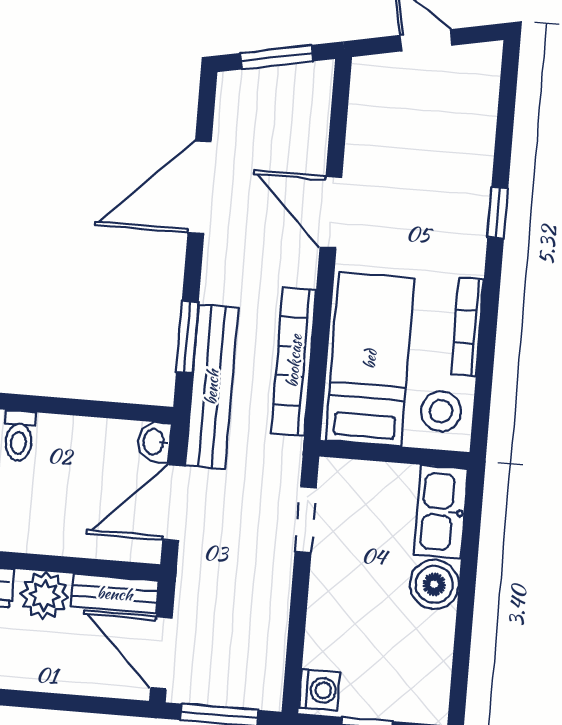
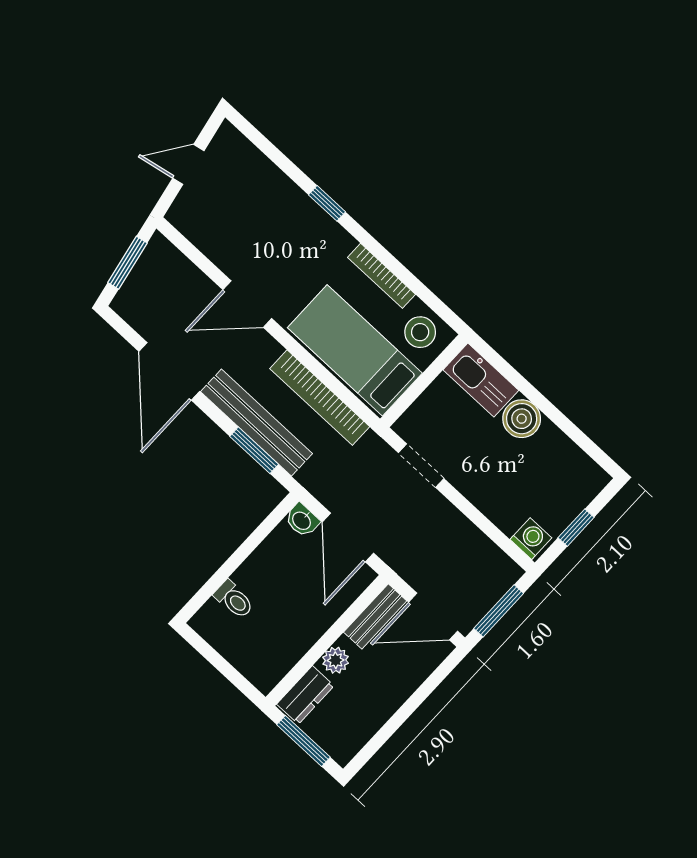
bench: (212, 387) -> (256, 423), moved
plant: (45, 595) -> (336, 660), width x0.73, depth x0.73

